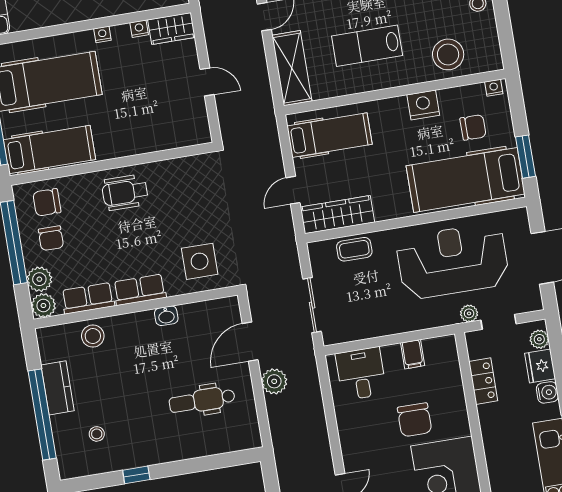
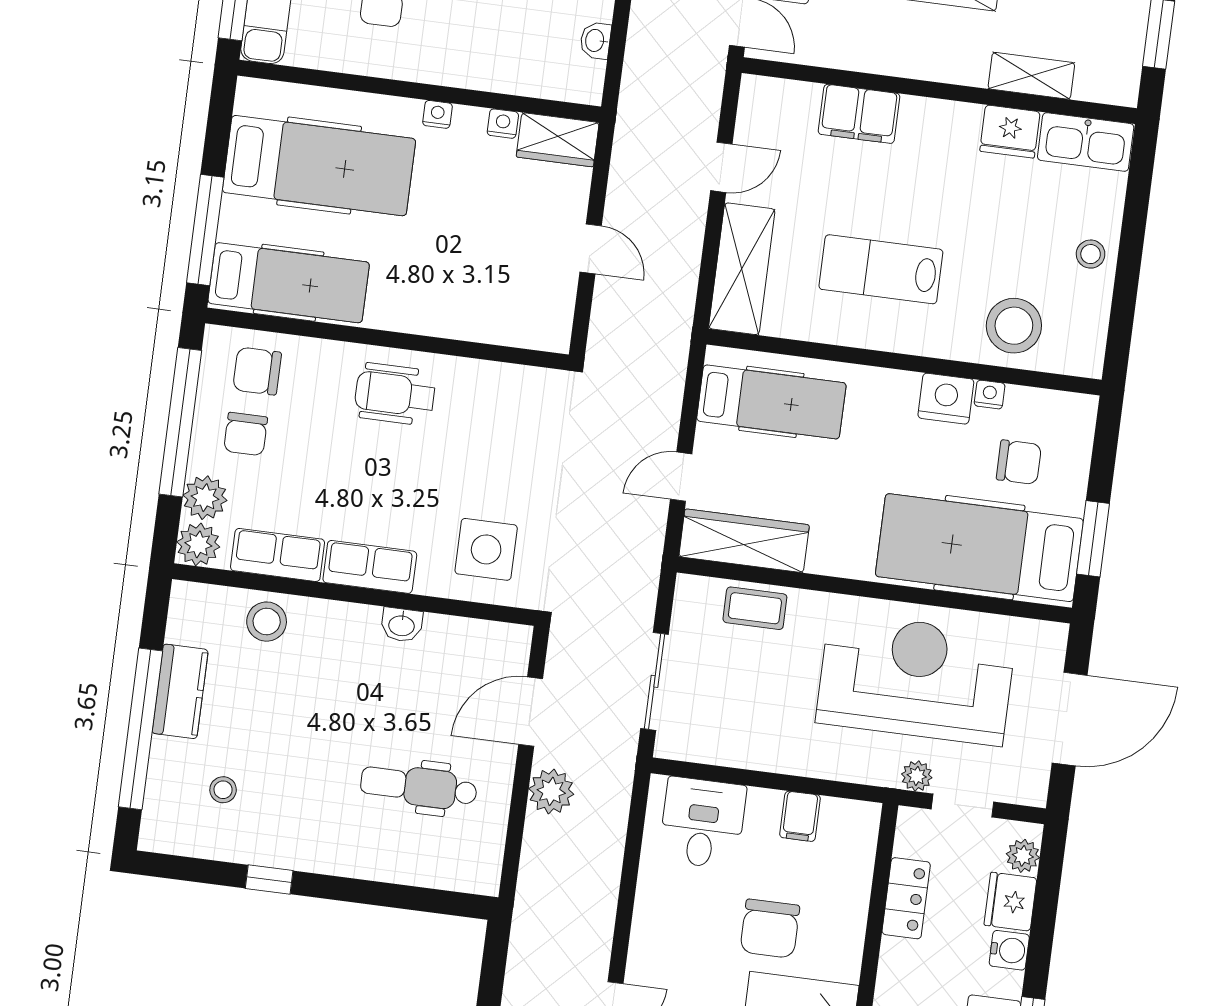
nightstand: (494, 88) -> (990, 395), moved

